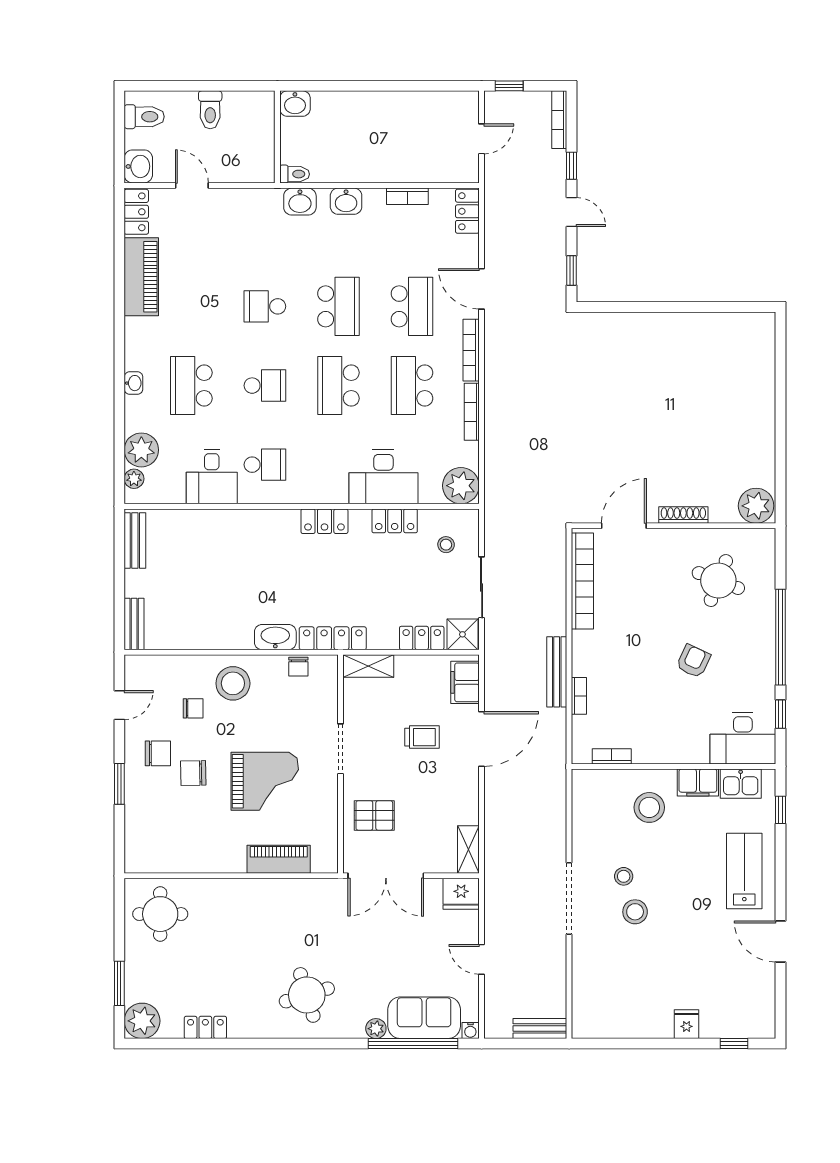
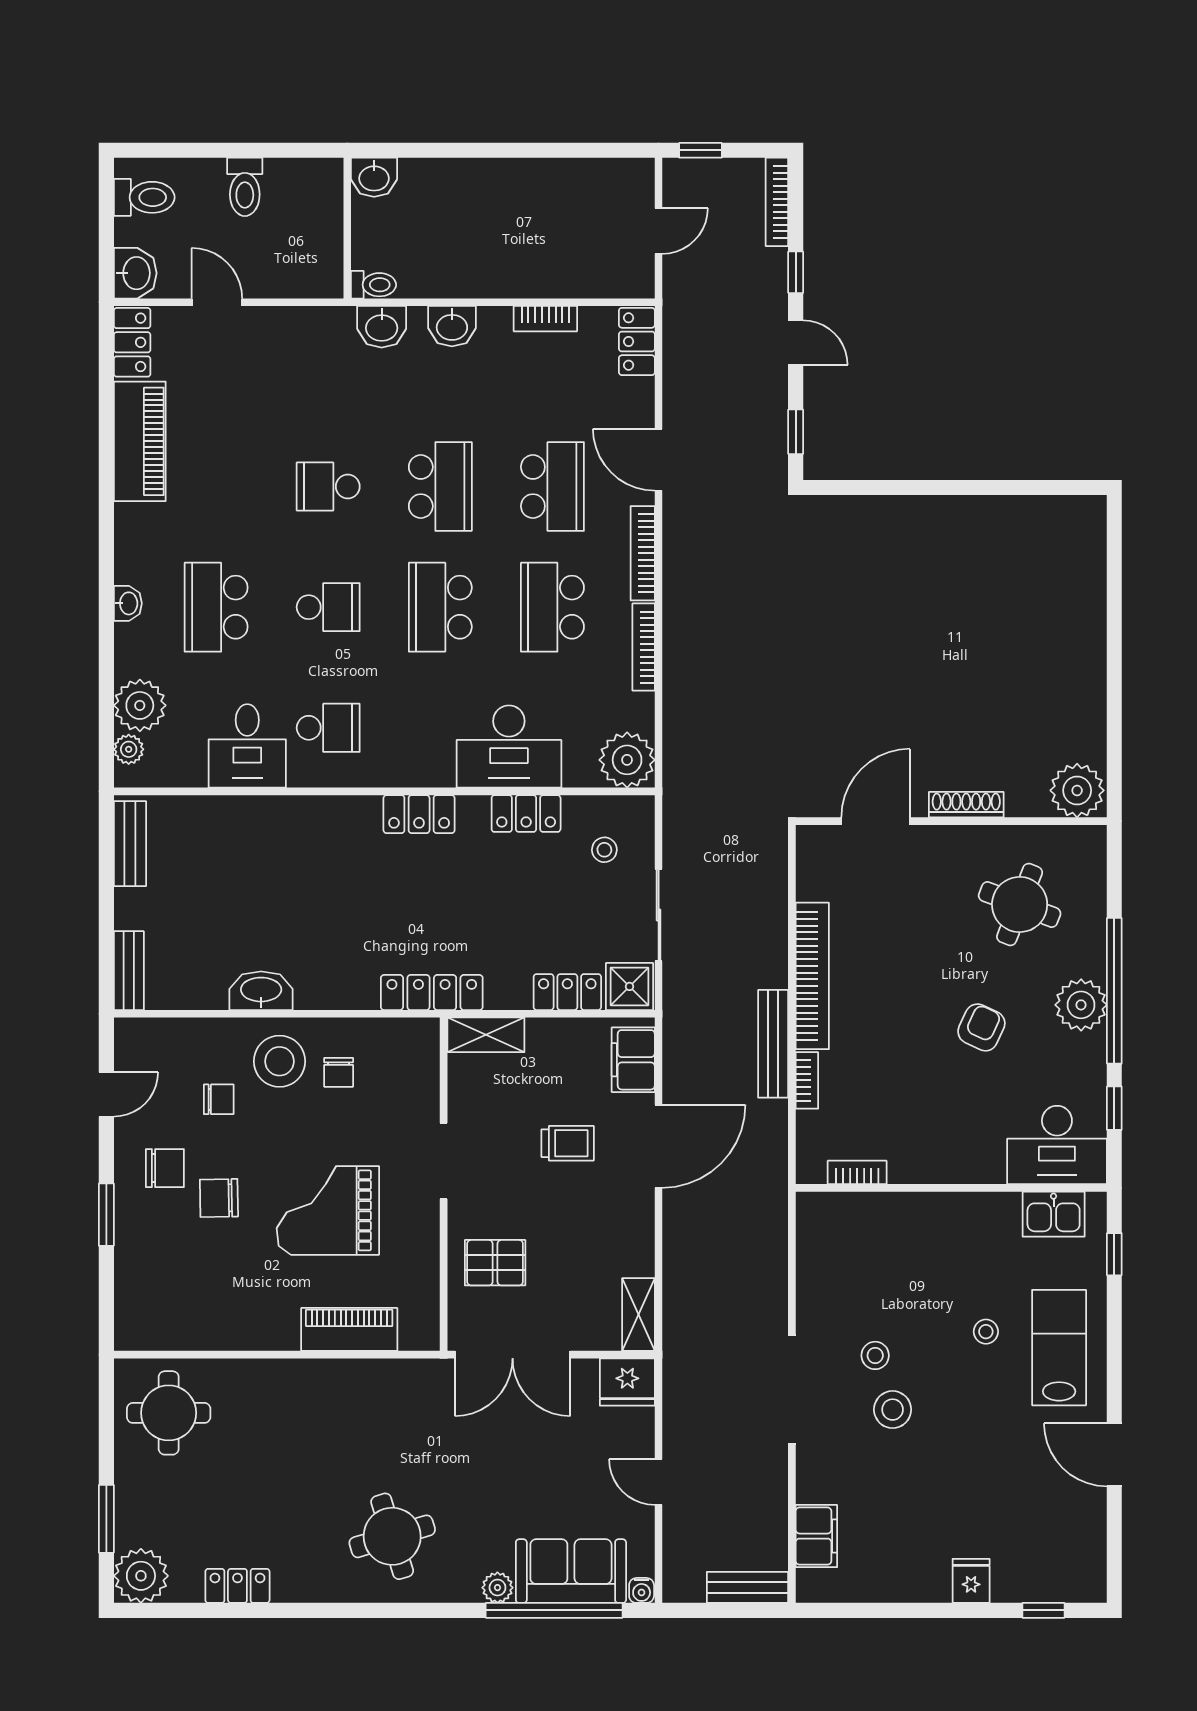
bookcase: (582, 581) -> (812, 976), moved
washbasin: (275, 637) -> (261, 991), moved
plant: (759, 646) -> (1081, 1005), added
chair: (298, 667) -> (339, 1072), moved
grand piano: (265, 781) -> (328, 1210), turned 180
filing cabinet: (698, 782) -> (816, 1536), moved, turned -90
stool: (649, 807) -> (986, 1332), moved, width x0.53, depth x0.53

